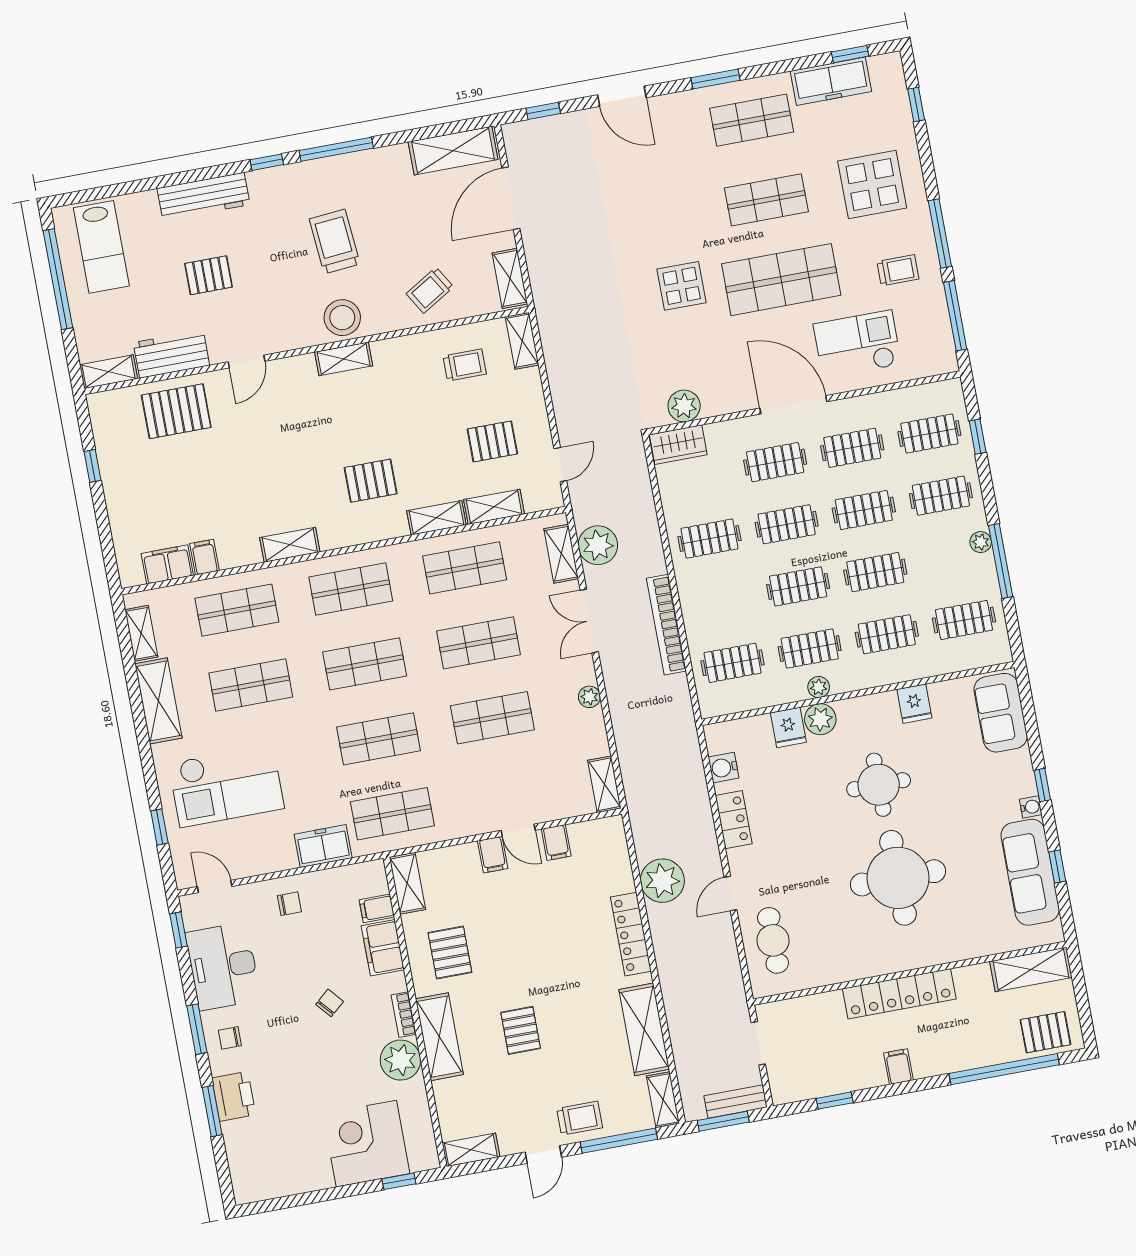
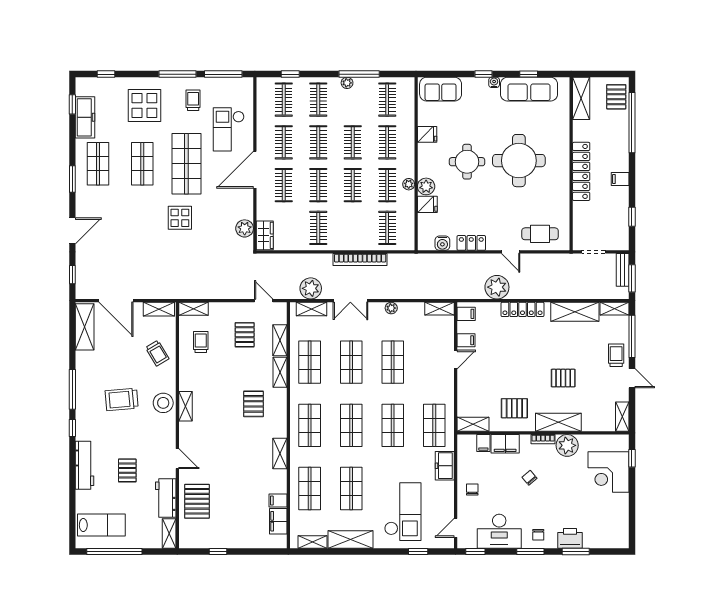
filing cabinet: (493, 855) -> (466, 314), moved

